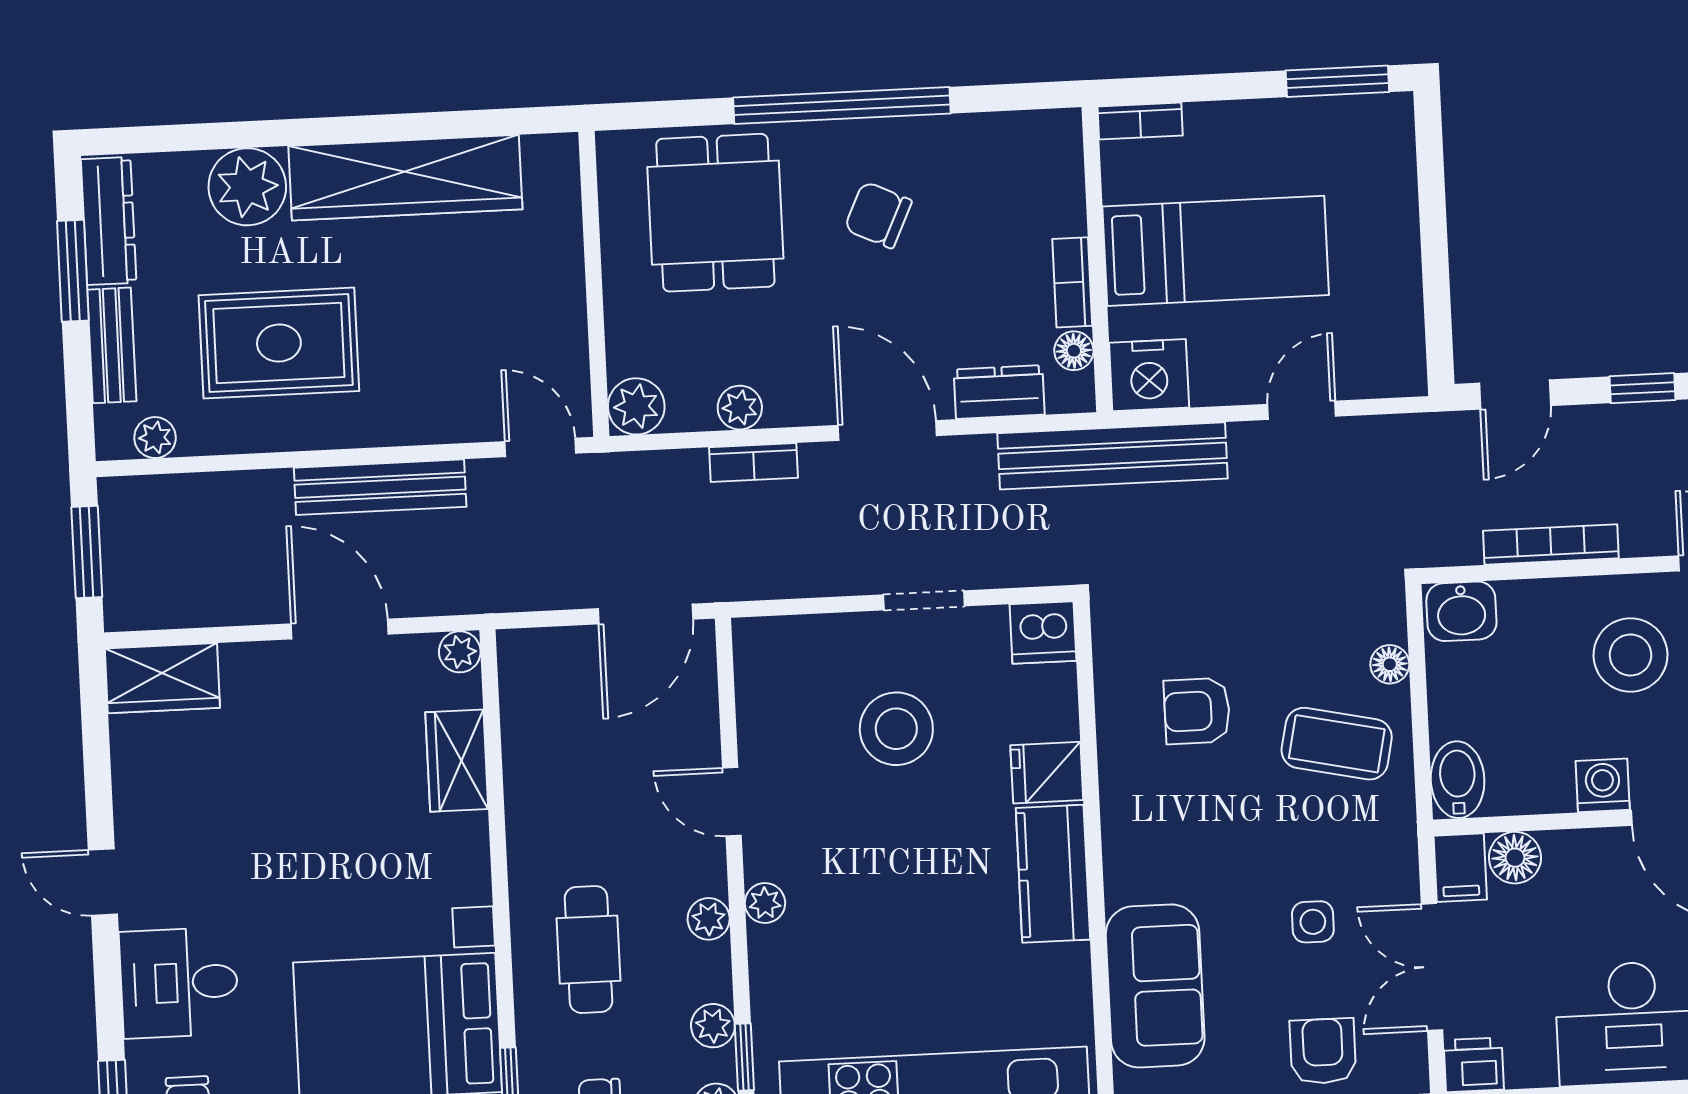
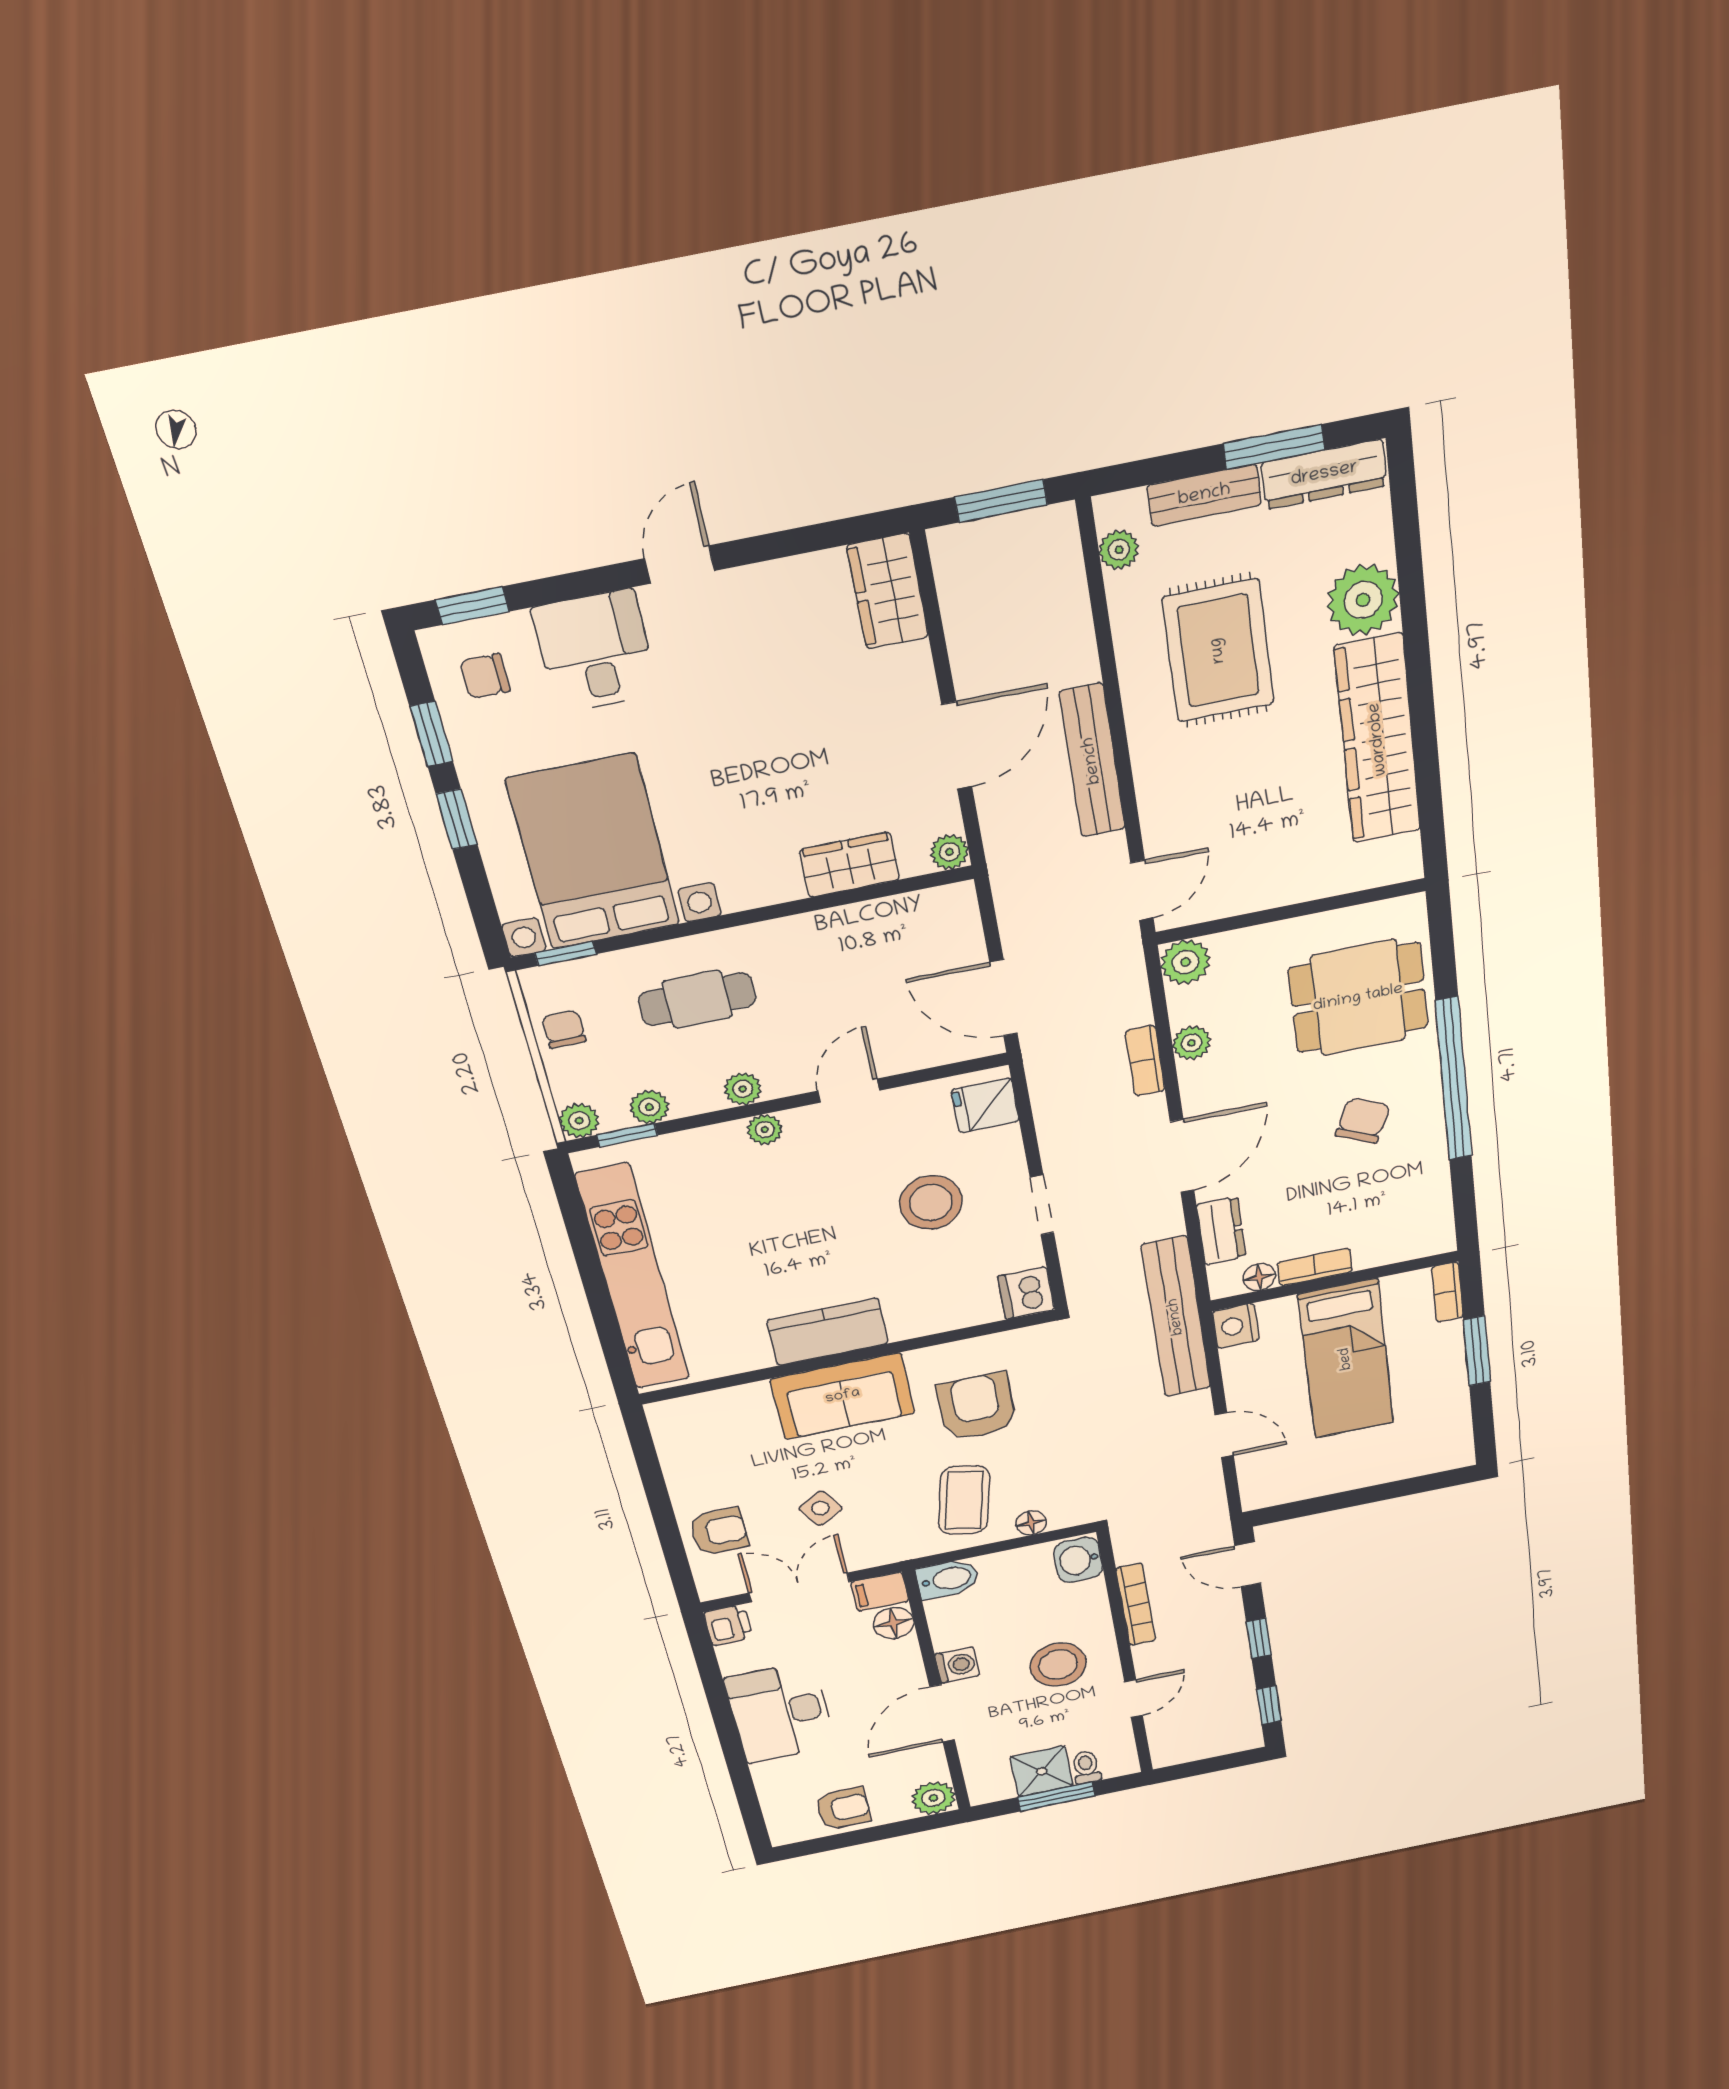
window: (1337, 81) -> (1477, 1351), moved
nightstand: (1149, 375) -> (1236, 1326), width x0.74, depth x0.75
armchair: (1197, 711) -> (977, 1407), width x1.38, depth x1.38
fridge: (1047, 773) -> (985, 1105), moved, turned -90
side table: (1313, 922) -> (820, 1508), turned -31
sofa: (1155, 986) -> (843, 1396), moved

